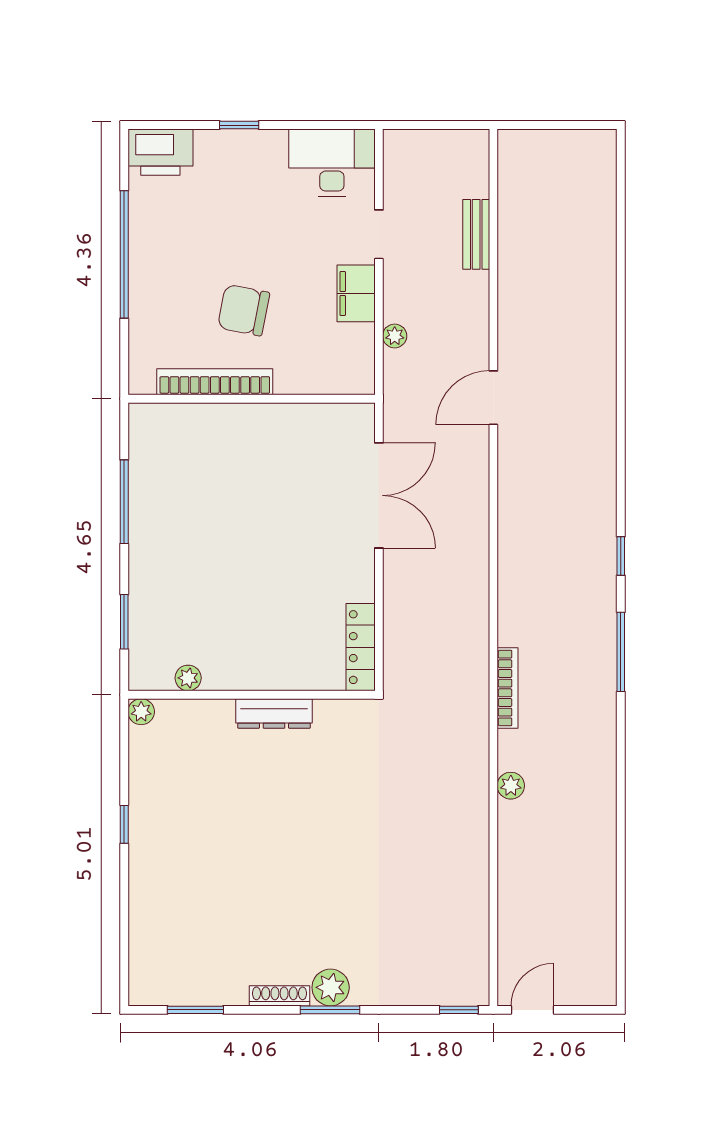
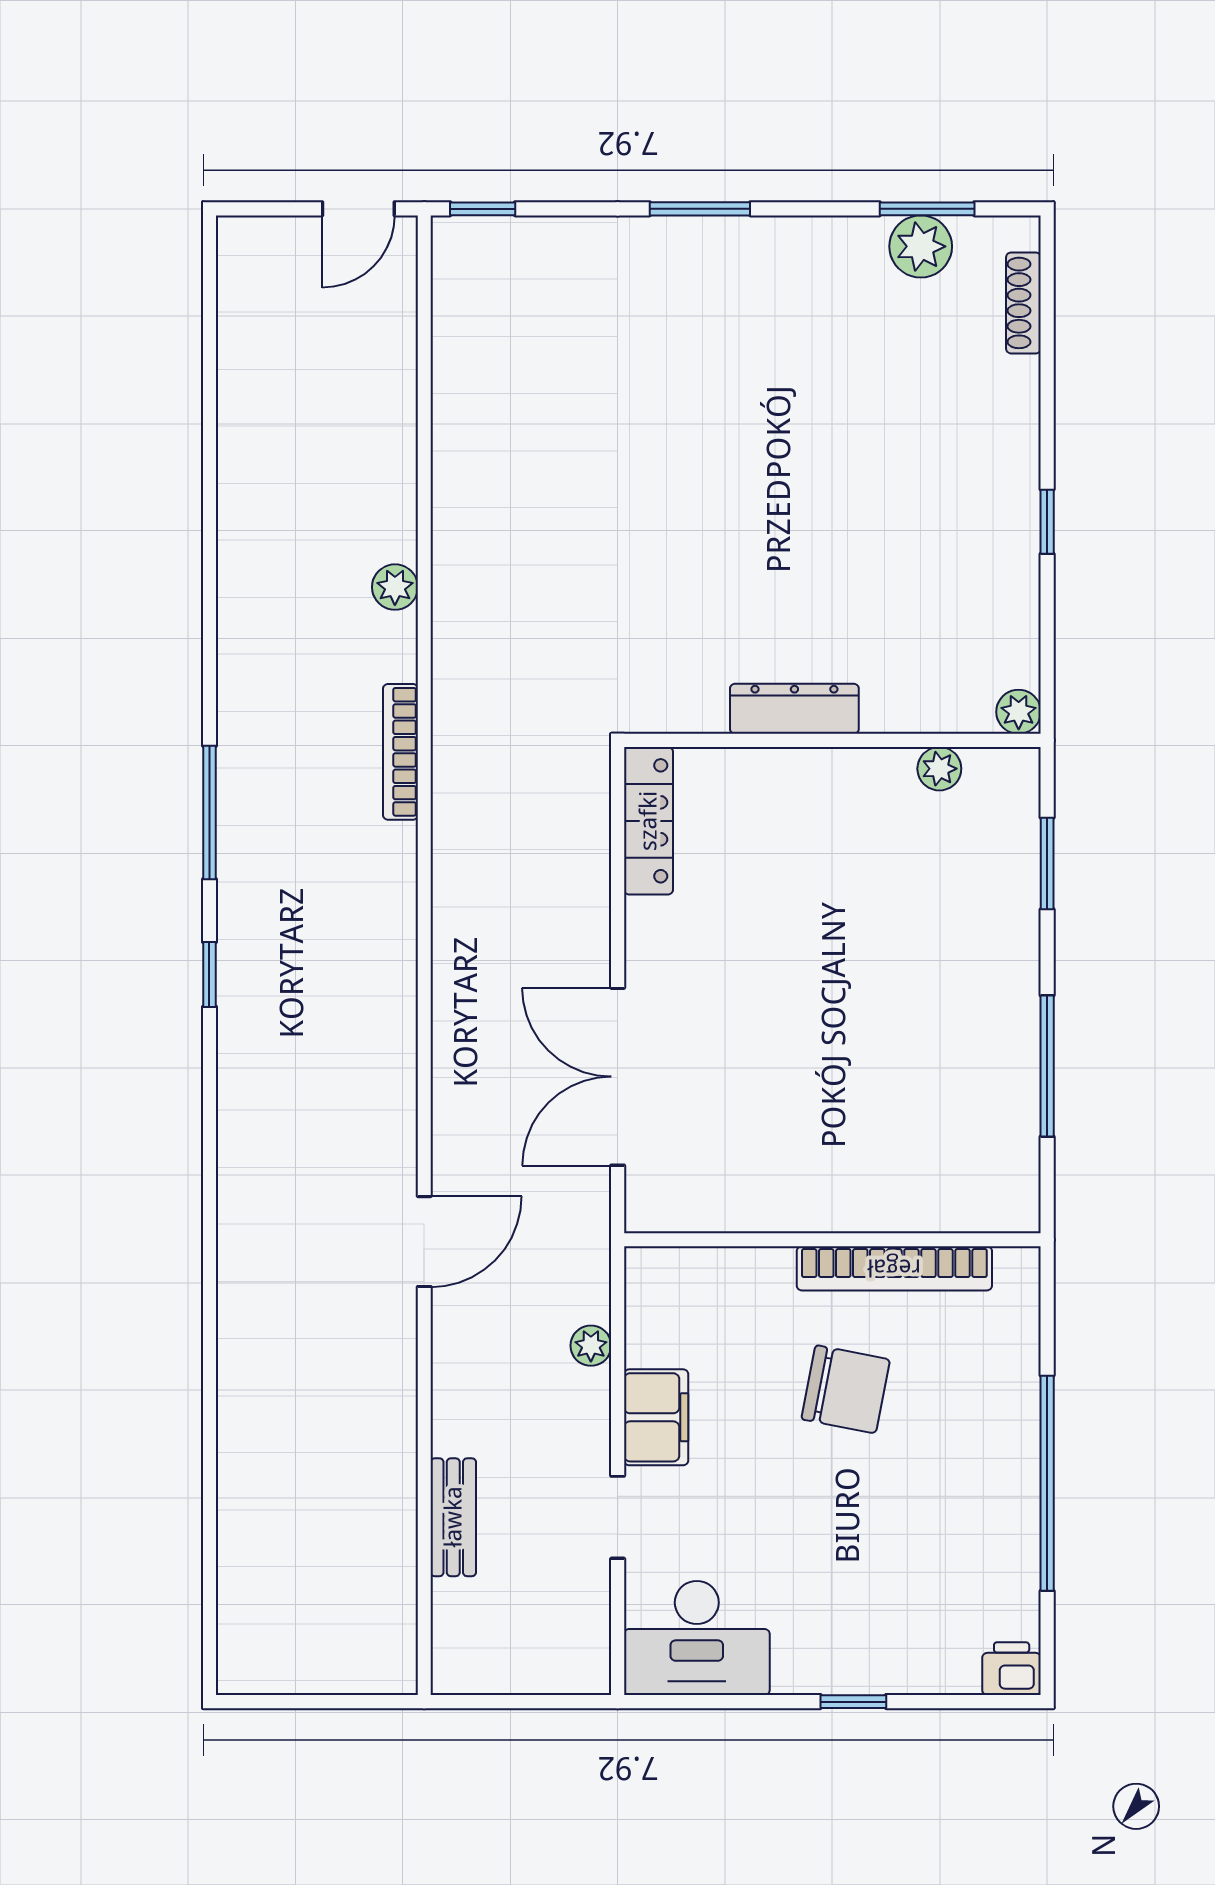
printer: (160, 152) -> (1012, 1669), width x0.53, depth x0.68
plant: (331, 987) -> (921, 246), moved
shoe rack: (279, 996) -> (1023, 303), moved, turned 90

